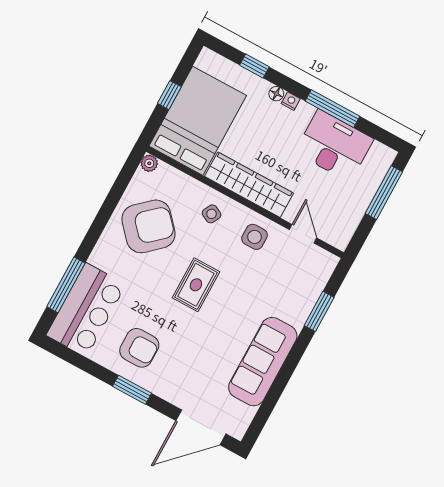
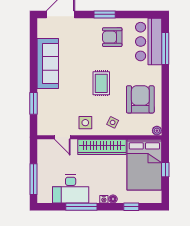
armchair: (149, 226) -> (140, 99), turned 132

